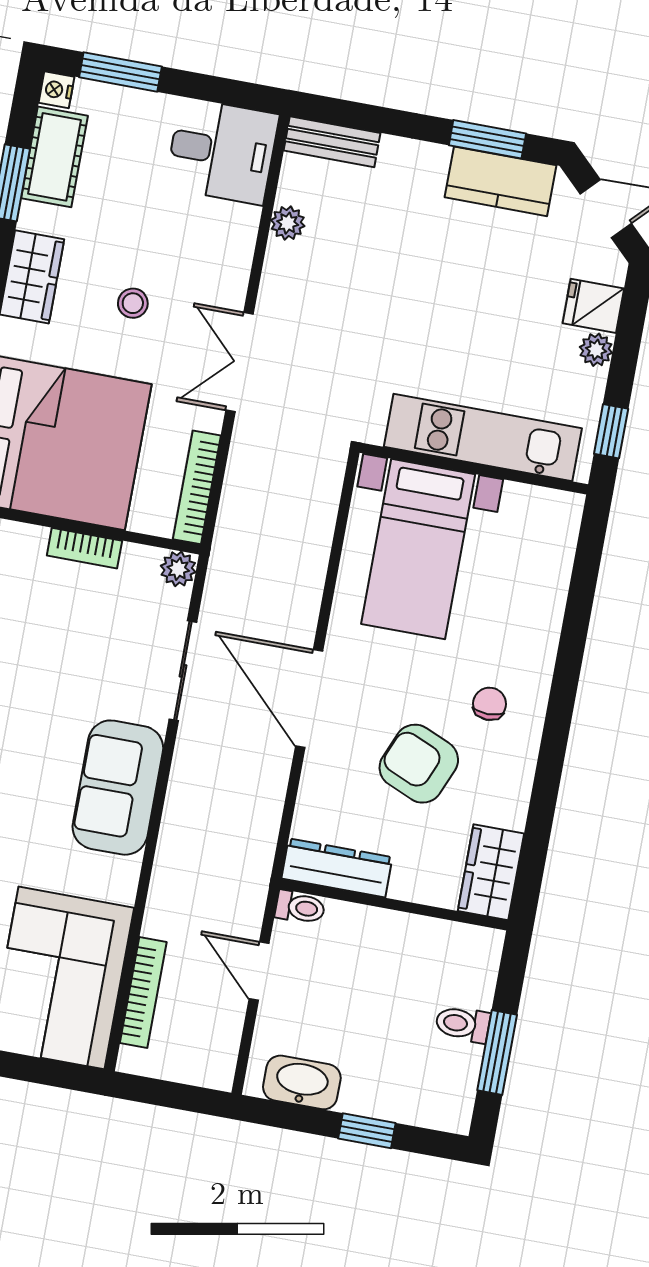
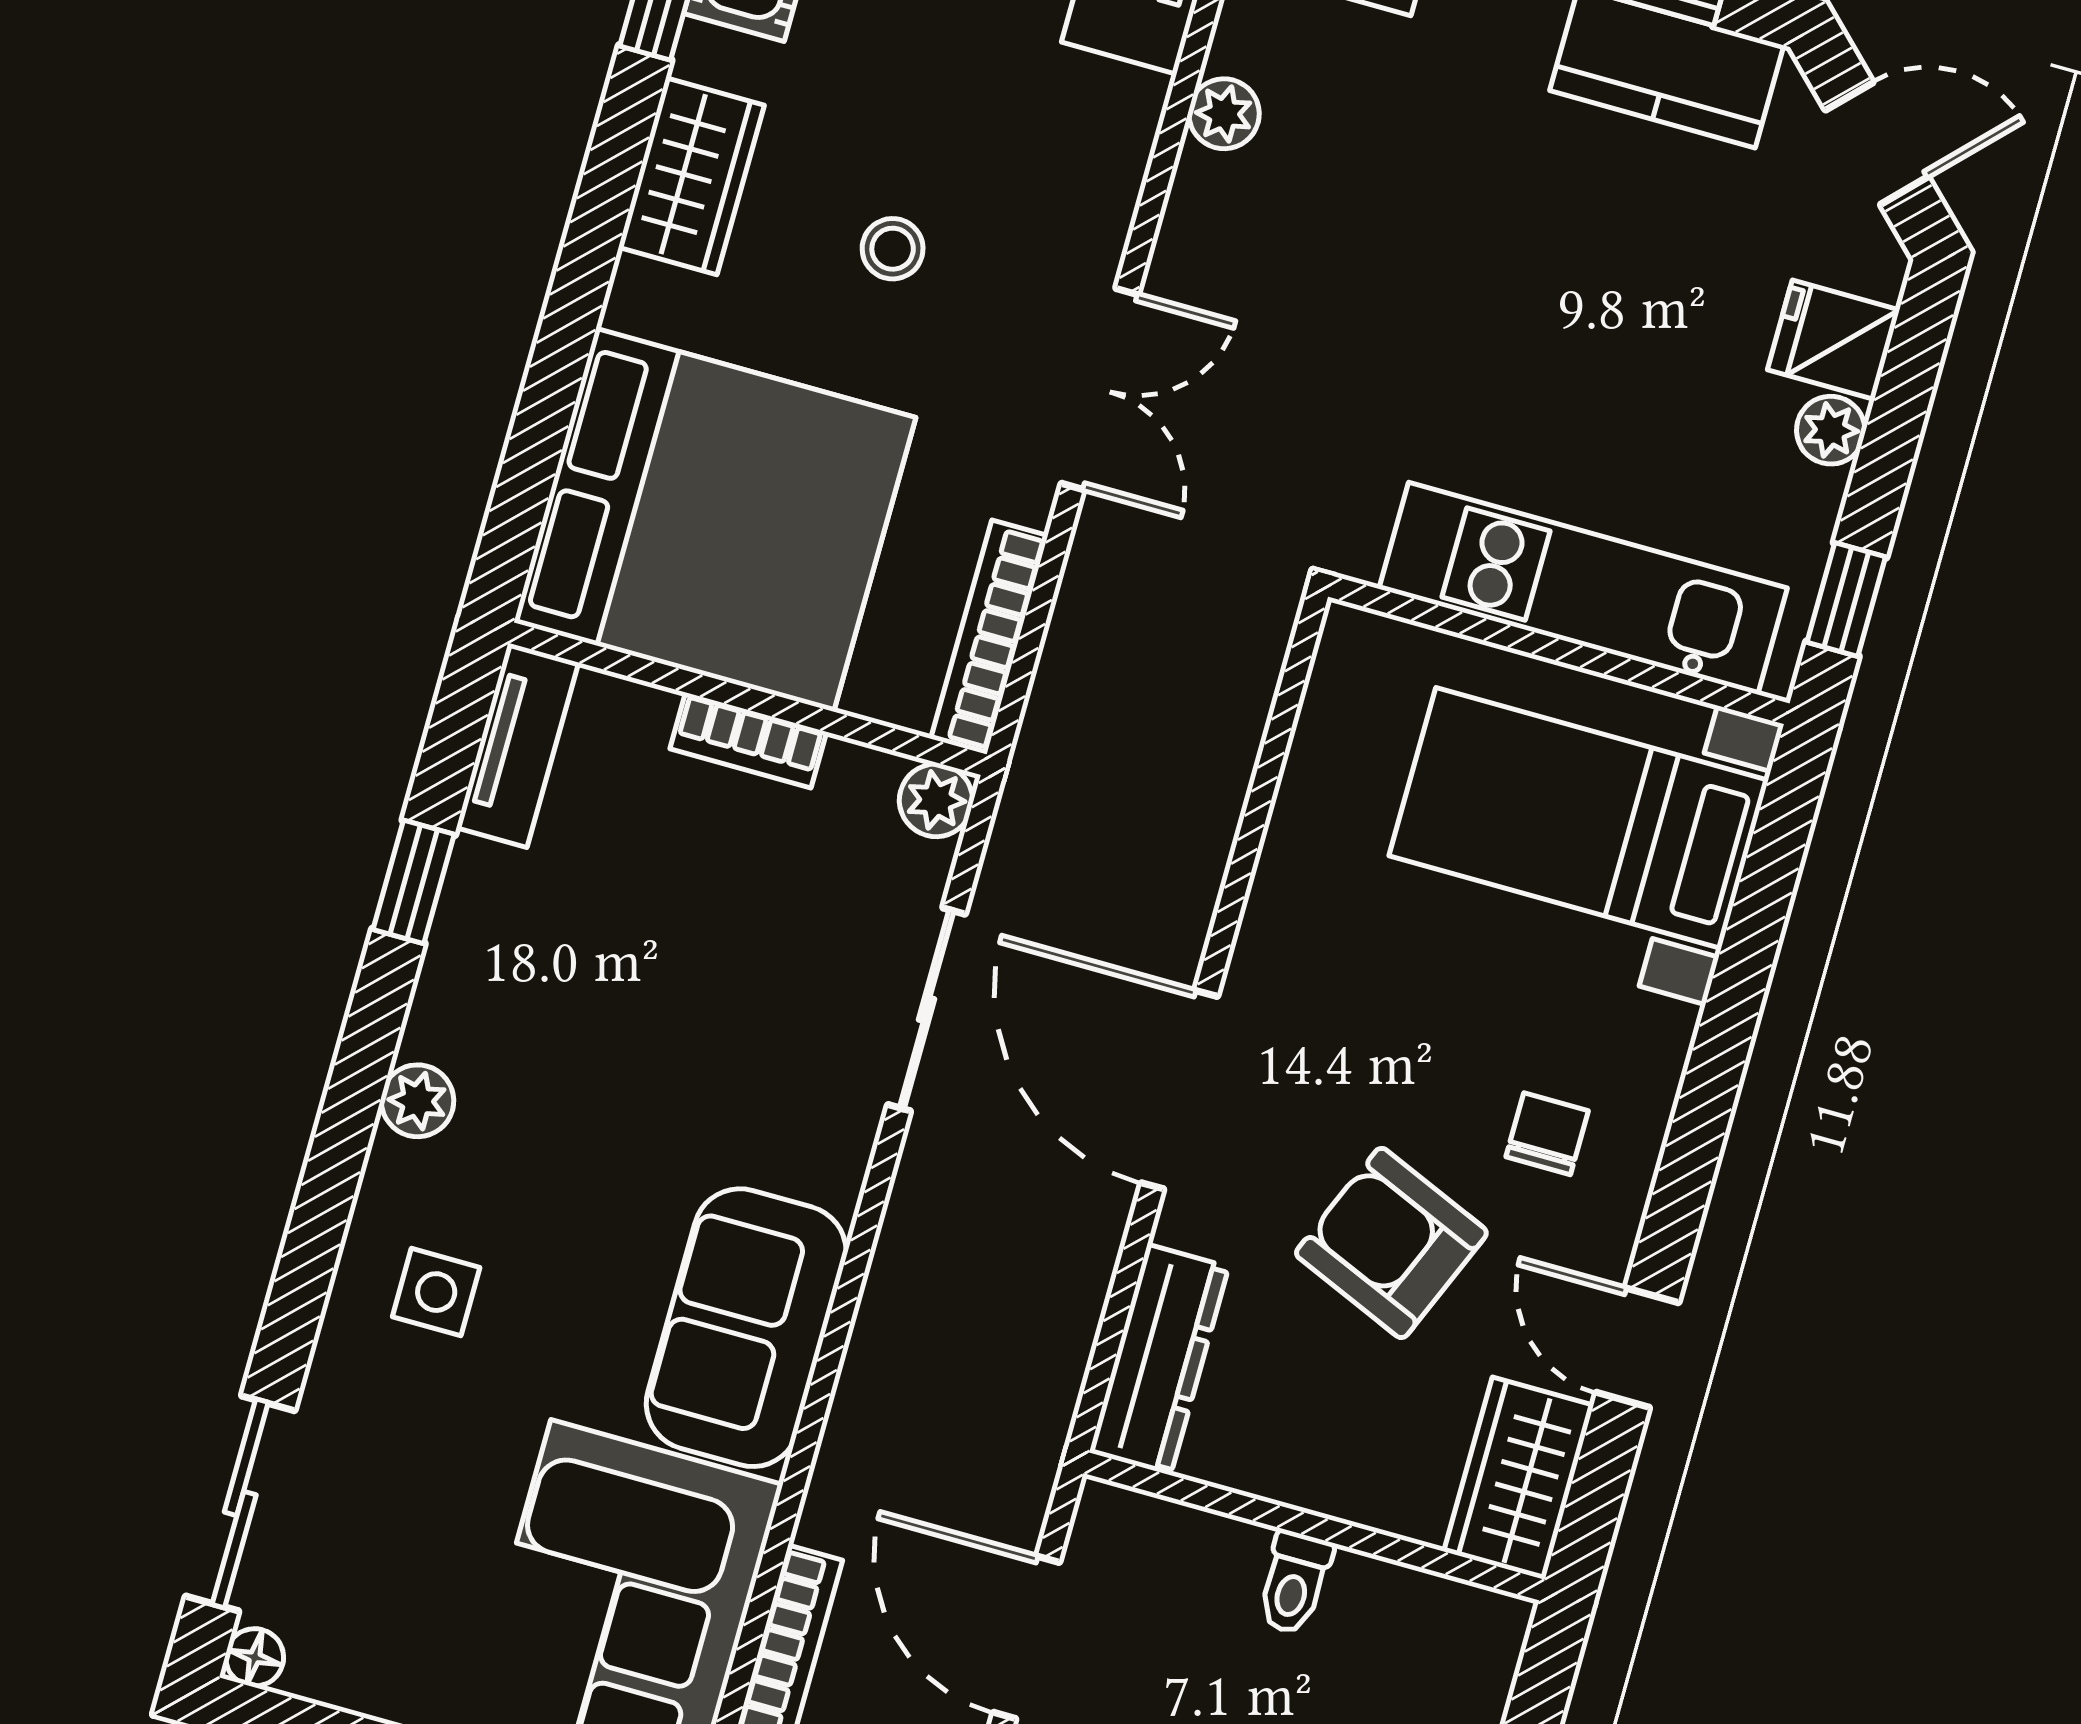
double door: (240, 362) -> (1100, 389), swing flipped
bed with nightstands: (418, 549) -> (1579, 818), moved, turned 90
sofa: (118, 788) -> (746, 1328), moved
door: (543, 804) -> (1637, 1348), added
dresser: (337, 868) -> (1159, 1360), moved, turned 90
toilet: (300, 907) -> (1294, 1582), moved, turned 90
door: (259, 971) -> (1026, 1637), width x1.38

